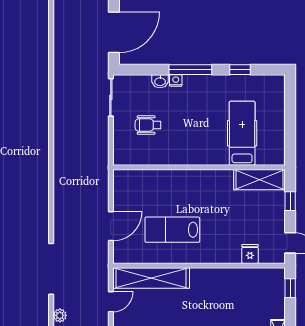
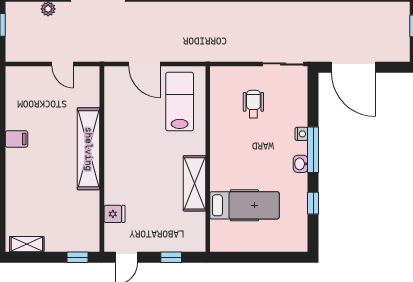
washbasin: (160, 81) -> (301, 164), moved
shelving: (259, 180) -> (194, 183), moved
lab bench: (172, 230) -> (180, 102), moved
shelving: (151, 278) -> (89, 149), moved

